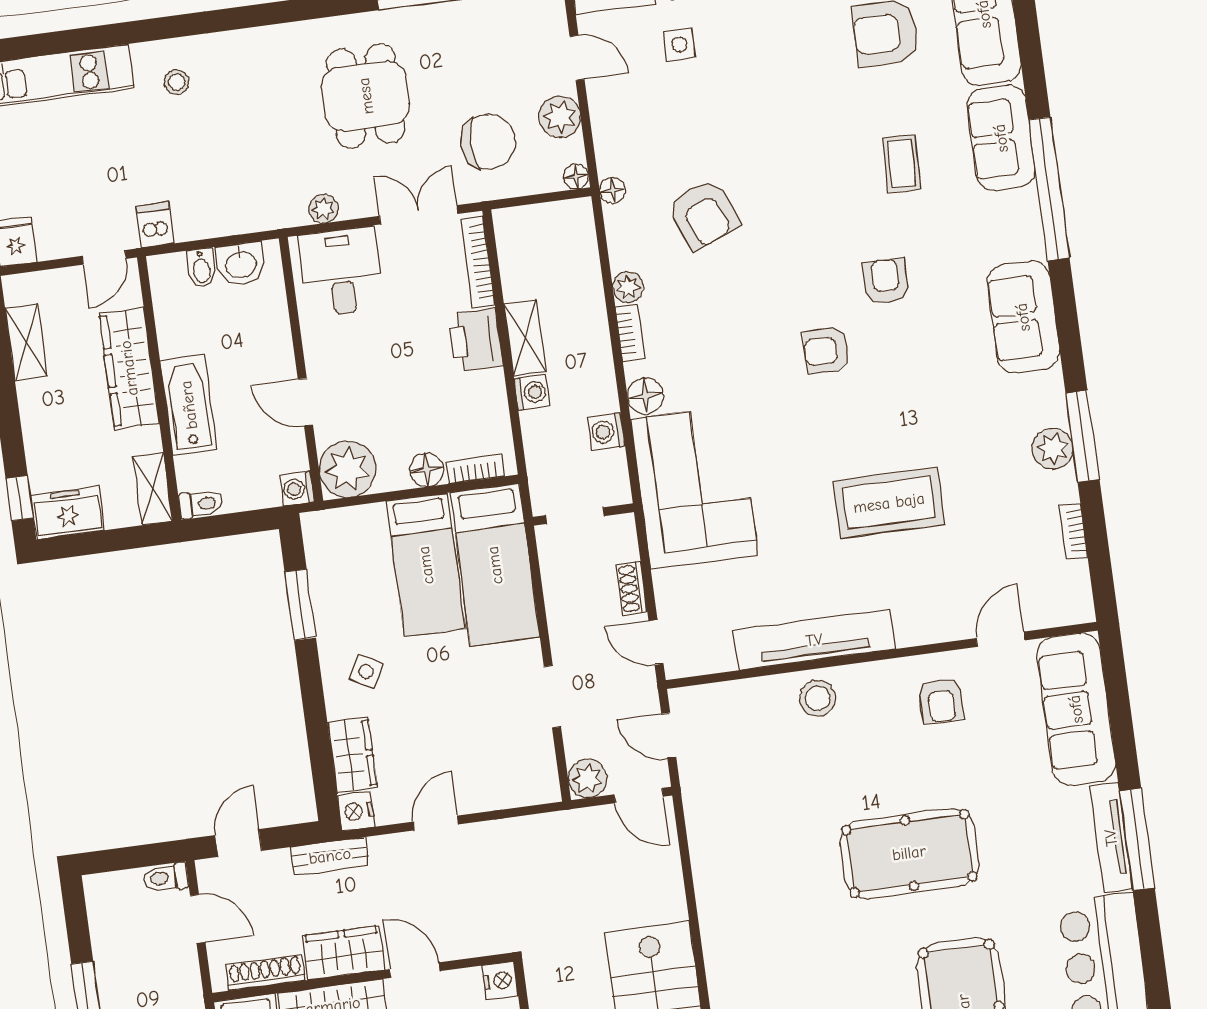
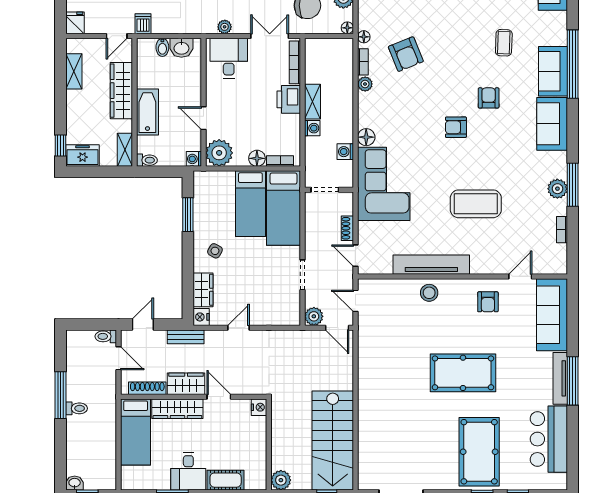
sofa: (1001, 138) -> (553, 71), moved
bookcase: (630, 333) -> (363, 62), moved

